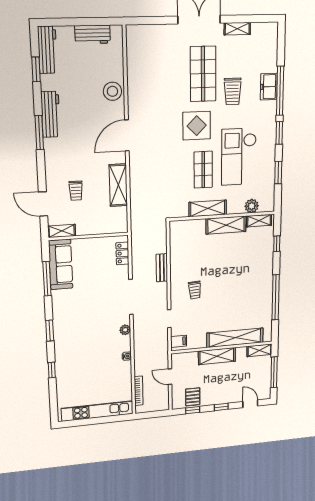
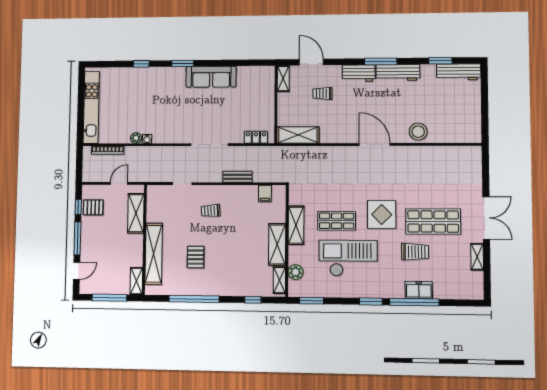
workbench: (93, 34) -> (359, 73), moved, turned -90
trolley: (233, 91) -> (415, 252), turned 180
window: (278, 173) -> (311, 301), moved
shelving: (118, 185) -> (298, 135), moved
door: (43, 204) -> (311, 62), hinge flipped
sofa: (61, 264) -> (211, 77), moved
window: (47, 279) -> (236, 63), removed
pallet: (238, 300) -> (196, 257), added
plant: (125, 330) -> (136, 138), moved
filing cabinet: (179, 341) -> (265, 193), moved
shelving: (217, 356) -> (136, 213), moved
window: (221, 407) -> (77, 238), width x2.17

